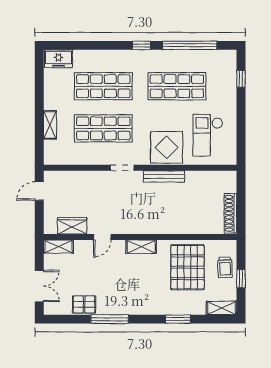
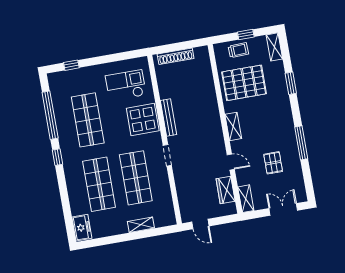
checkout: (208, 135) -> (126, 85), turned 180
shoe rack: (230, 213) -> (176, 56), moved
pallet: (84, 304) -> (273, 163), moved

